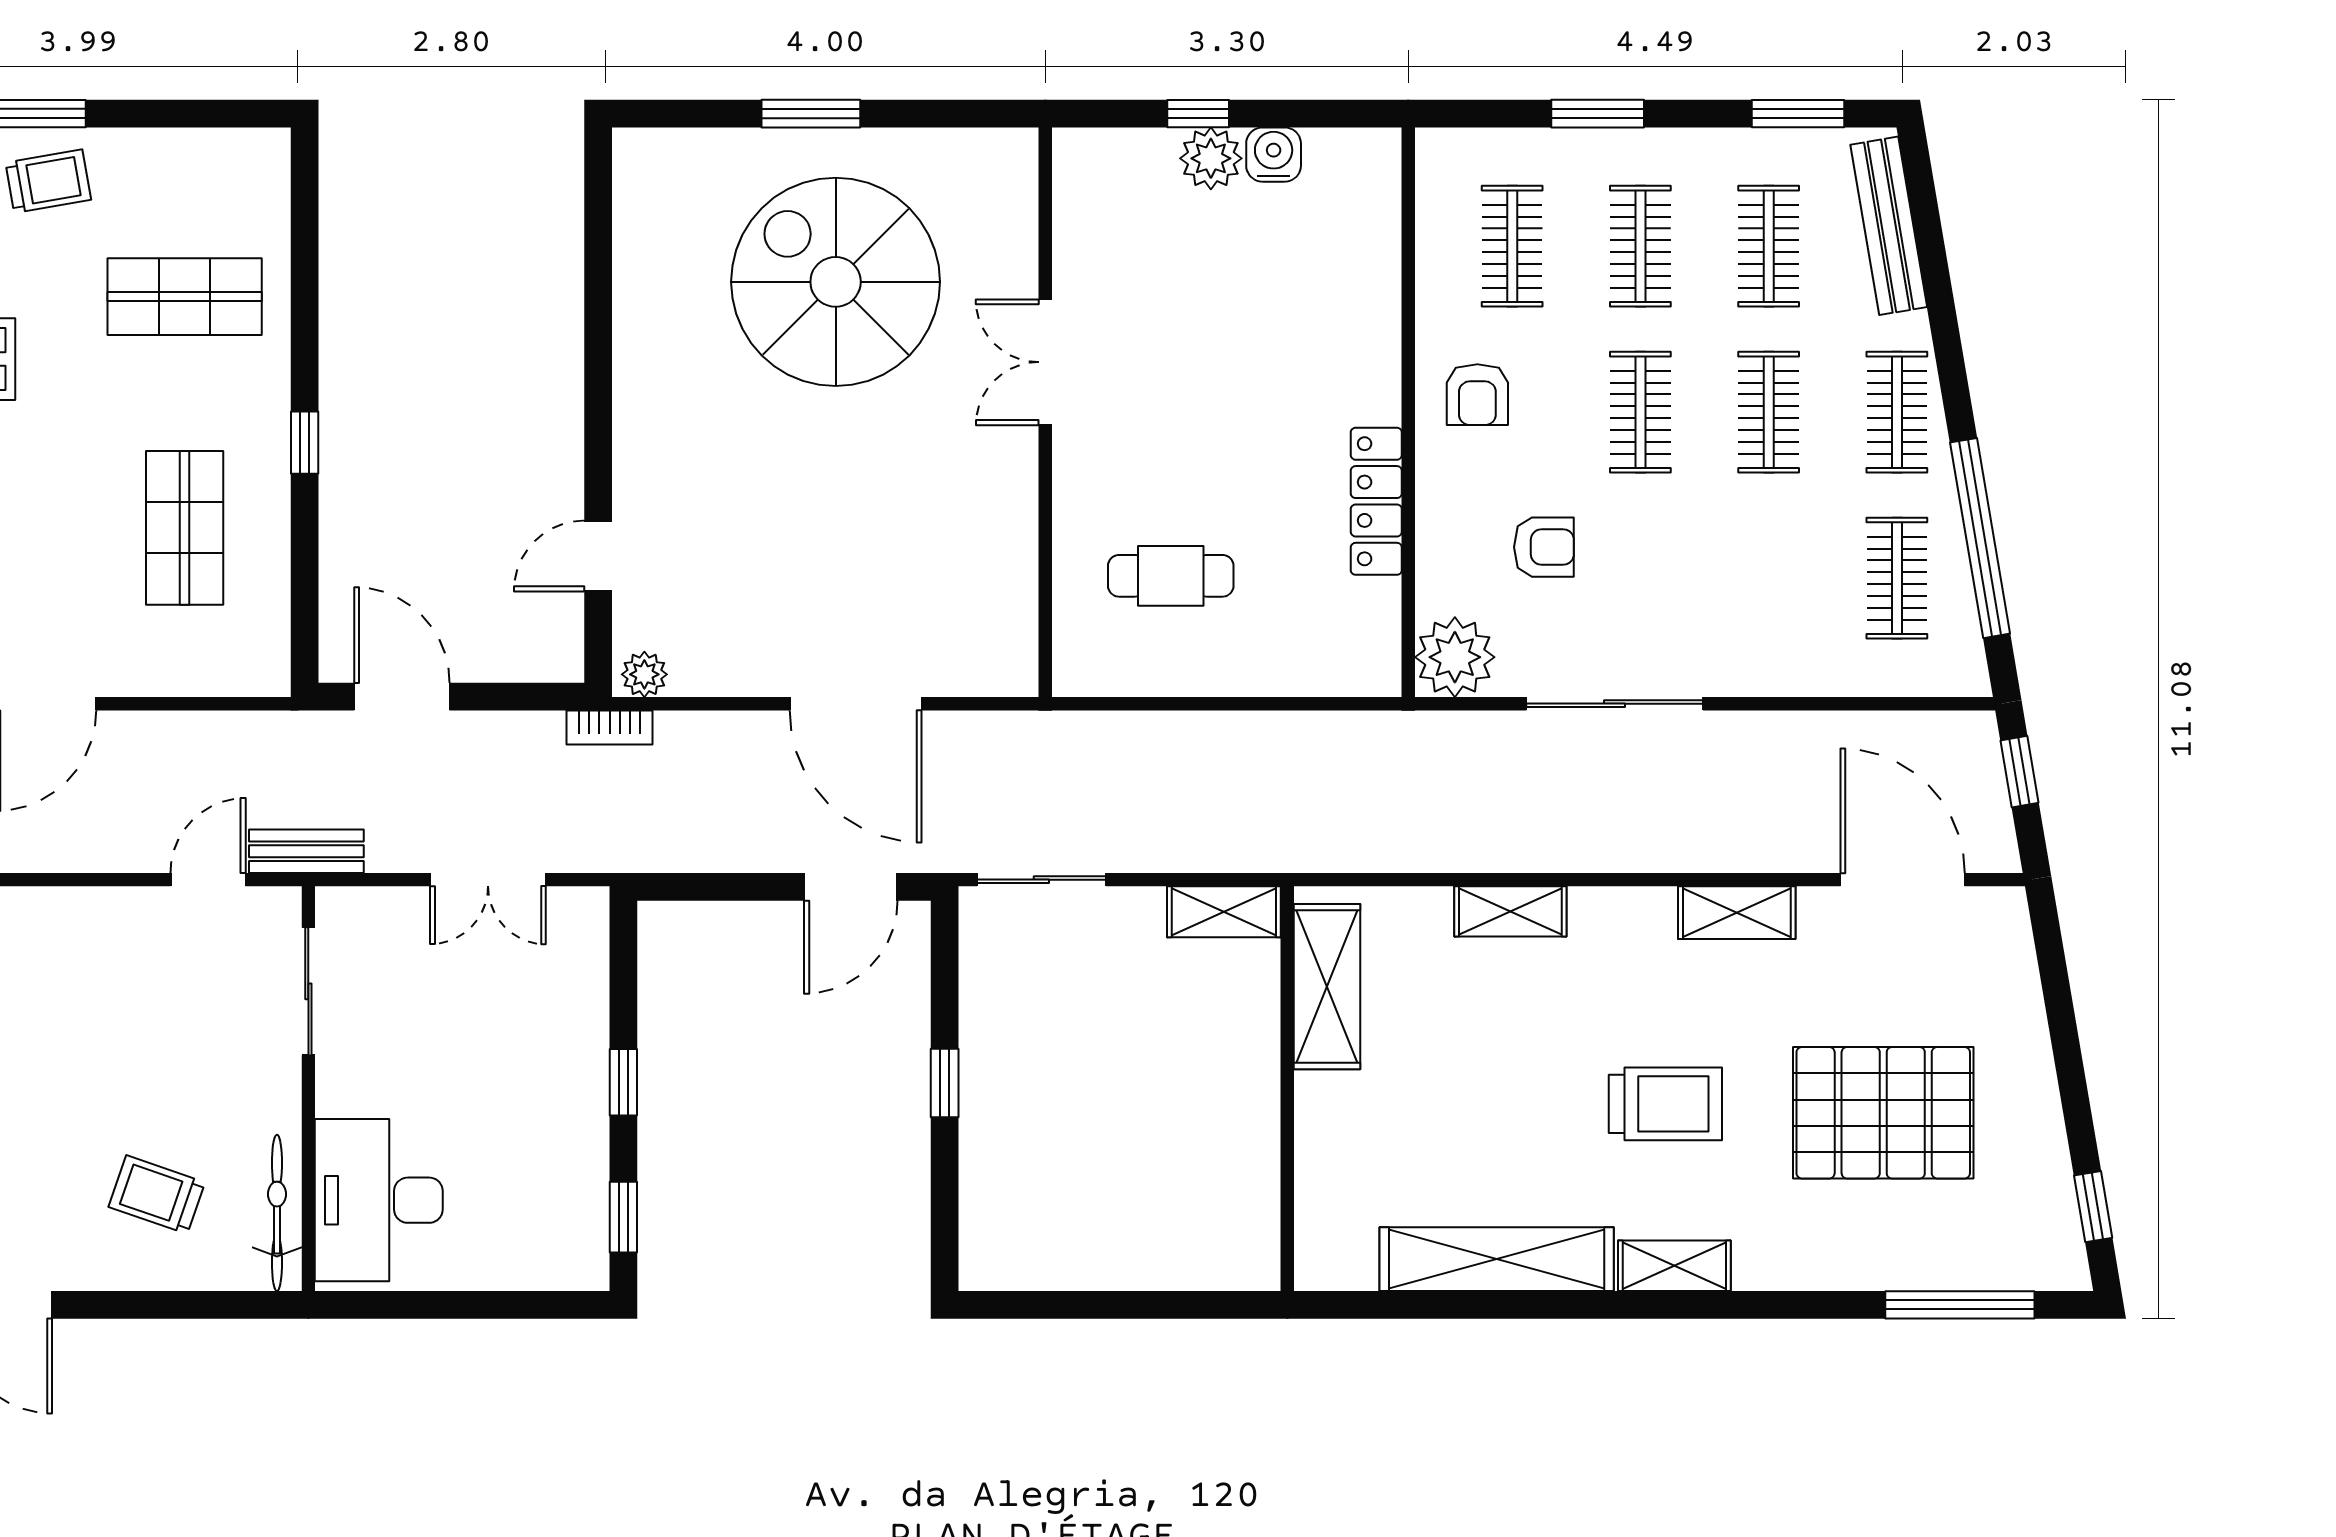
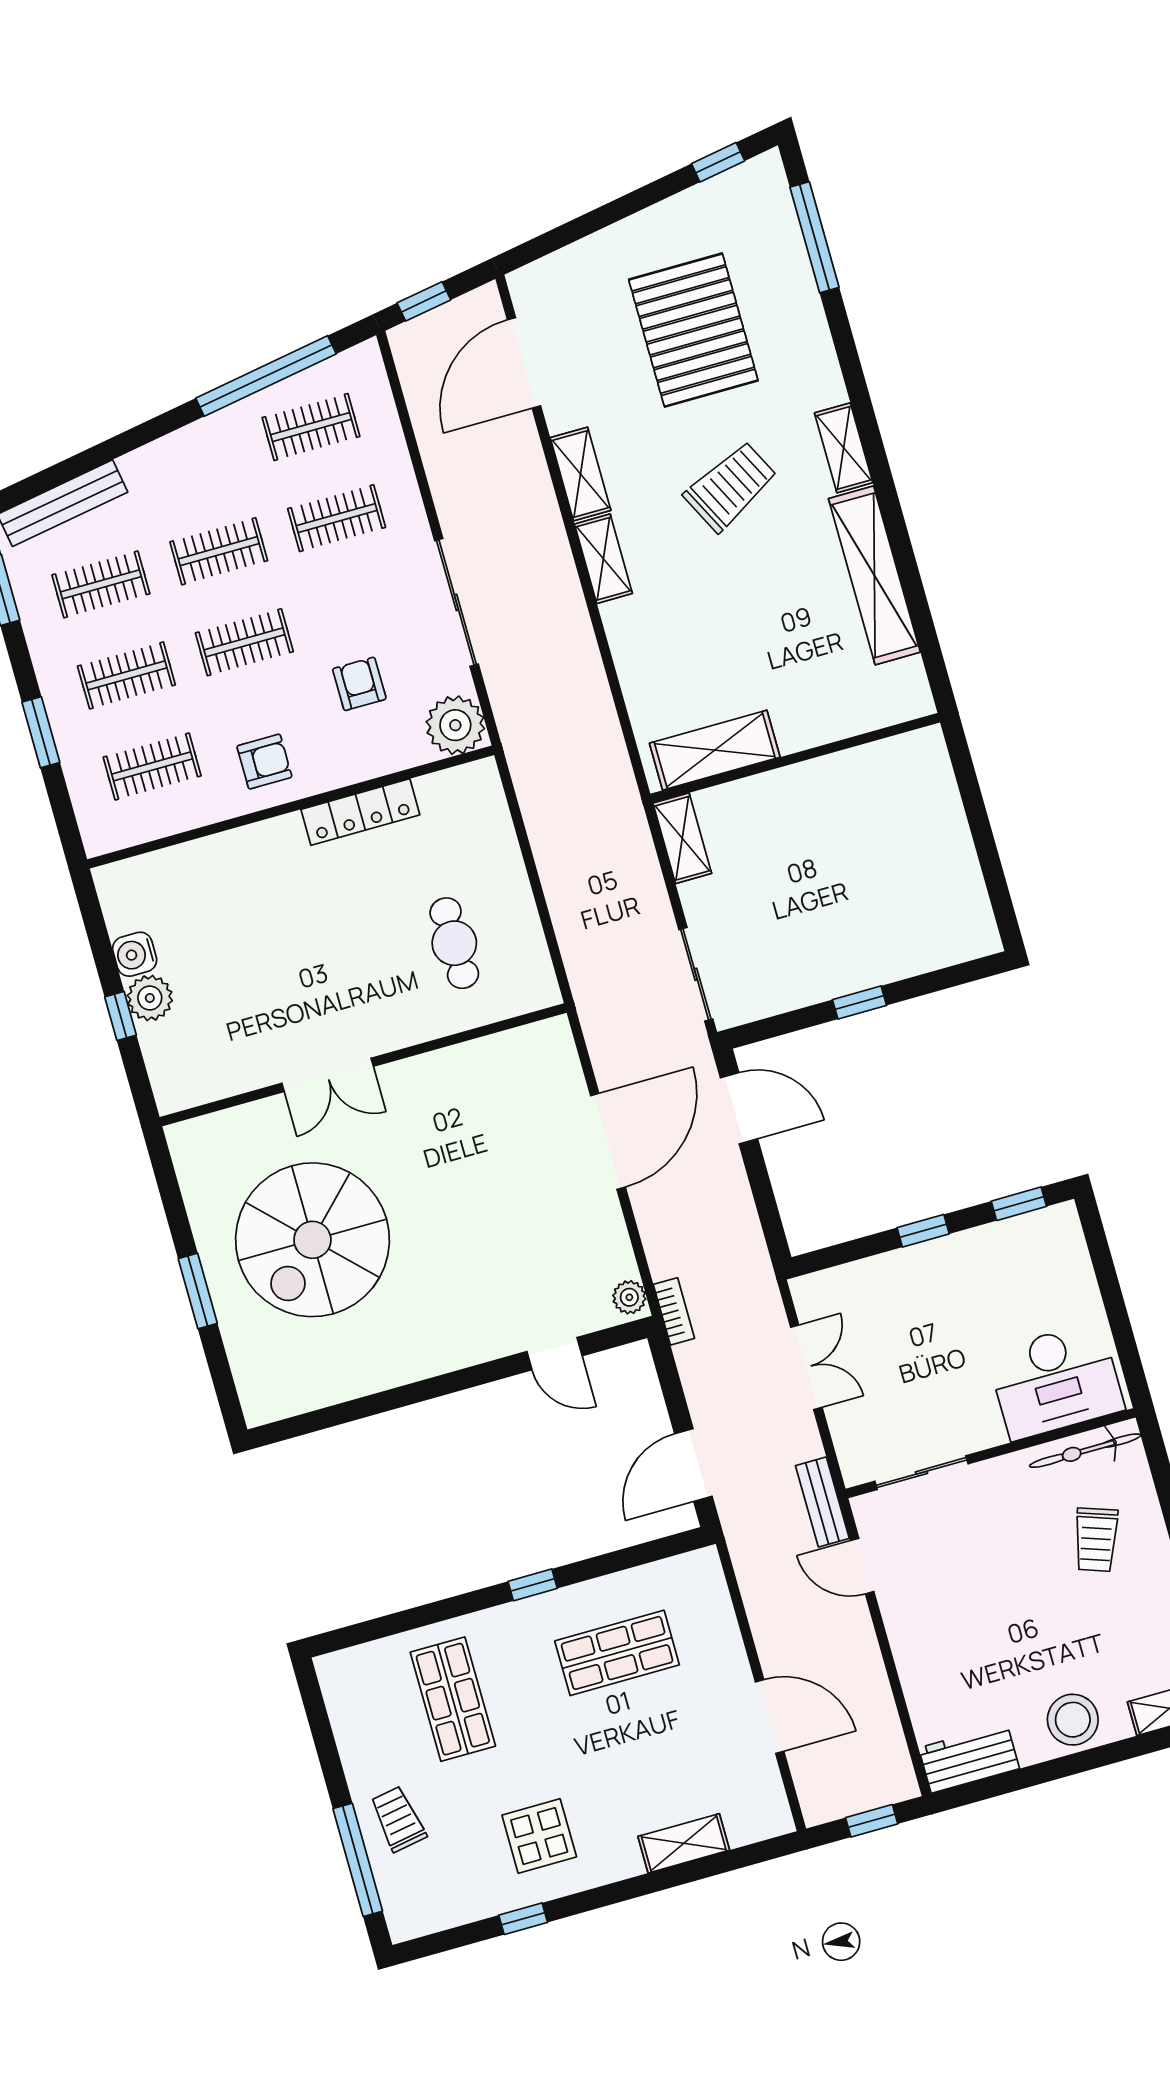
clothes rail: (1897, 412) -> (337, 518), moved
shelving: (1510, 911) -> (603, 559), moved
trolley: (1665, 1104) -> (731, 487), turned 63

